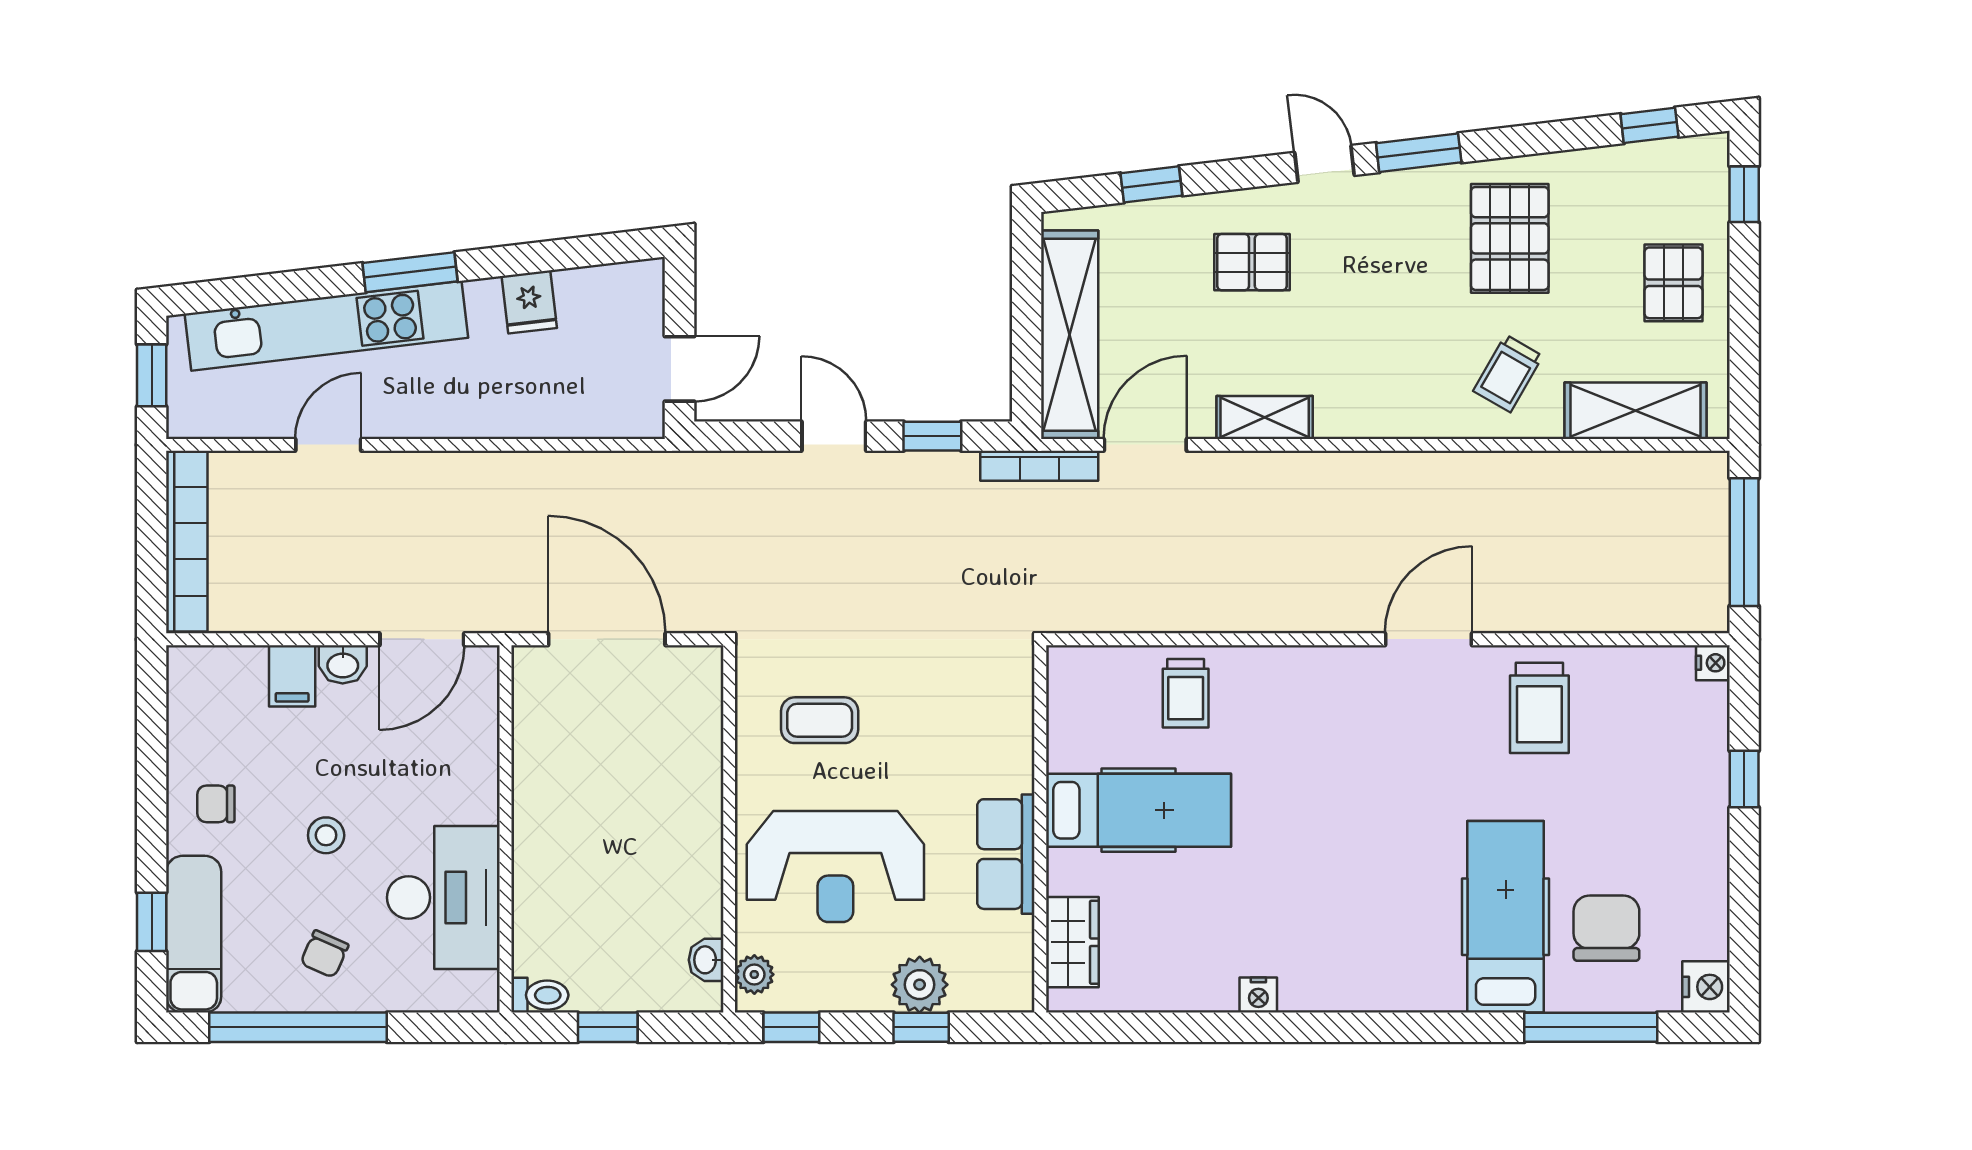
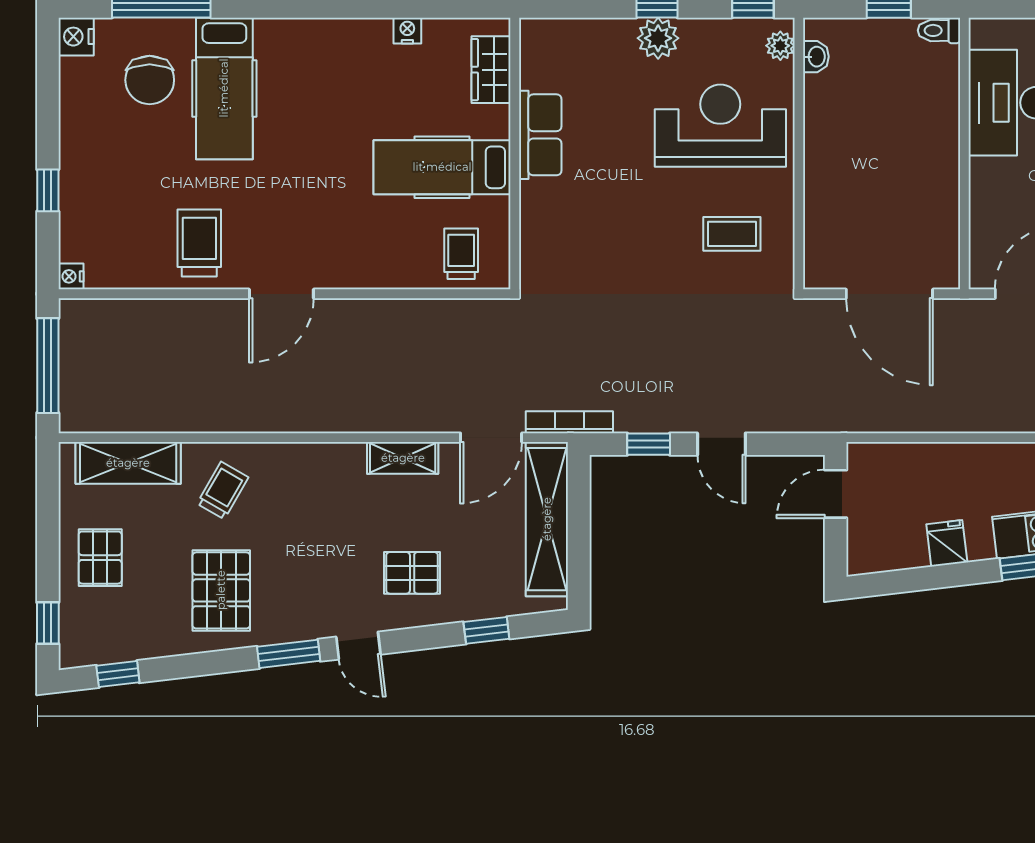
hospital bed: (1138, 810) -> (442, 167), moved
wall: (1040, 829) -> (515, 153), moved
row of seats: (1006, 854) -> (540, 135), moved
wardrobe: (1072, 942) -> (491, 70), moved

